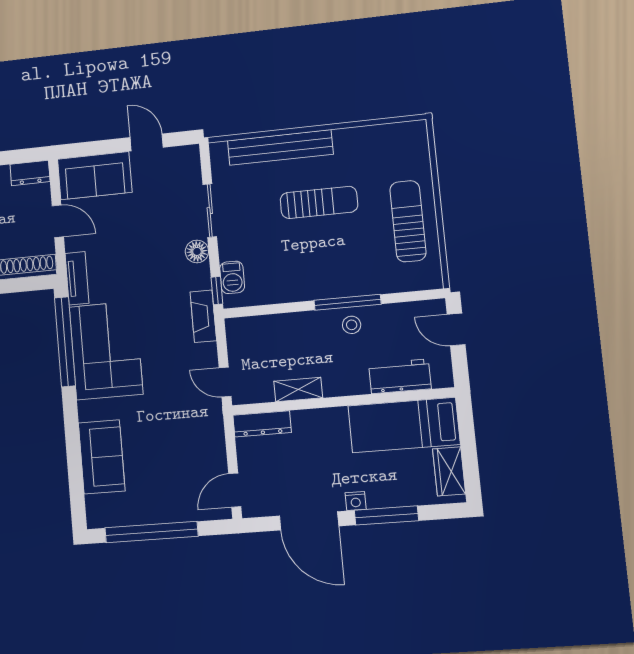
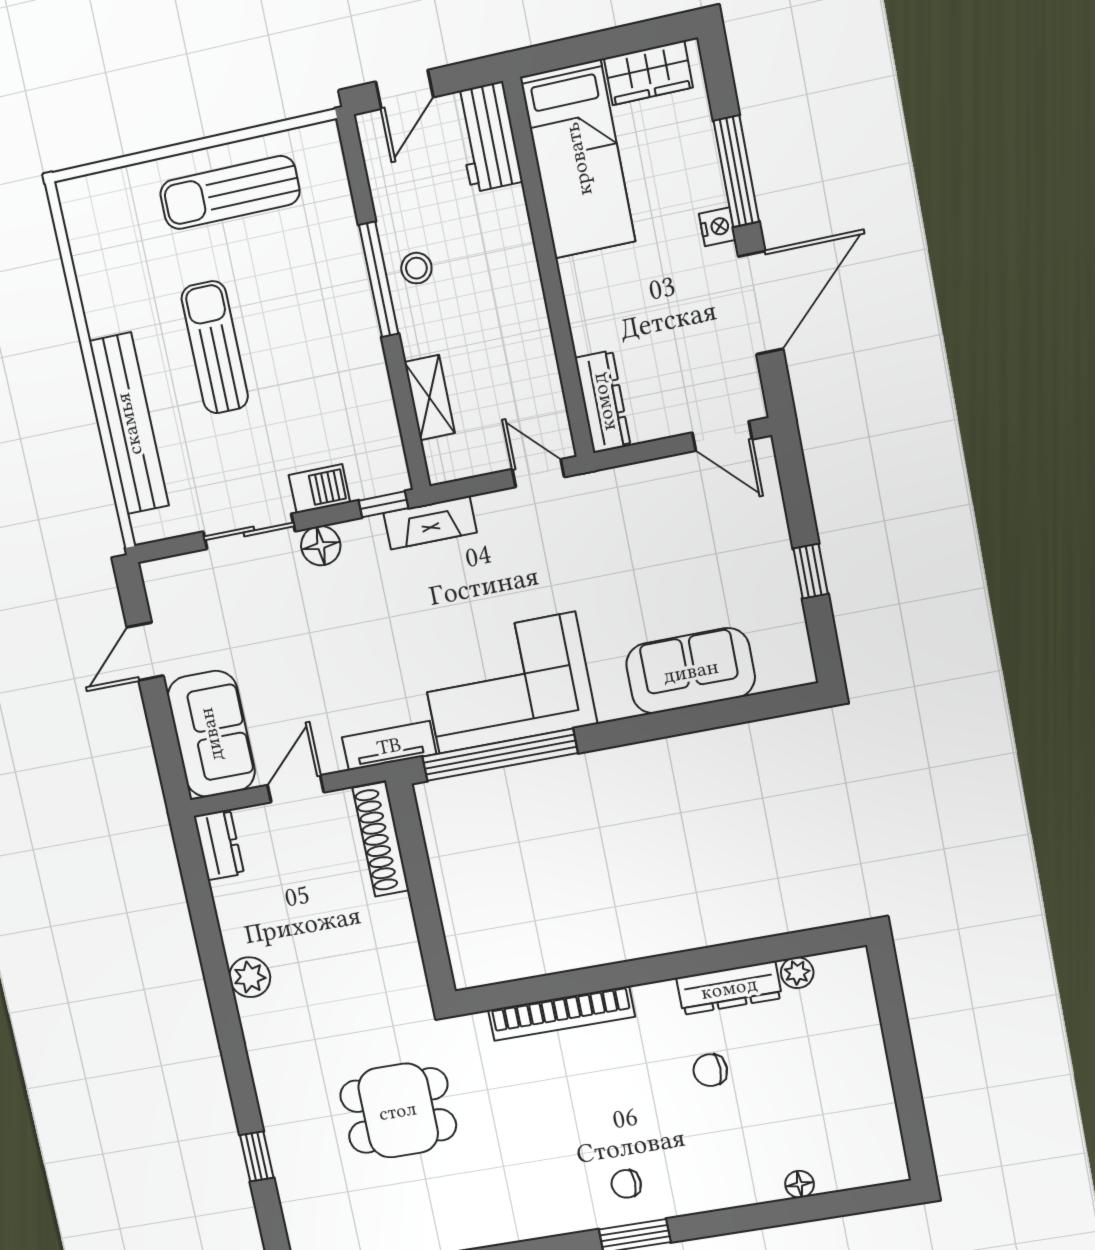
barbecue: (232, 277) -> (319, 489), moved
workbench: (400, 376) -> (487, 137), moved
door: (225, 382) -> (538, 473), swing flipped
shelving: (298, 389) -> (429, 398), moved
window: (151, 532) -> (811, 571), width x0.32

